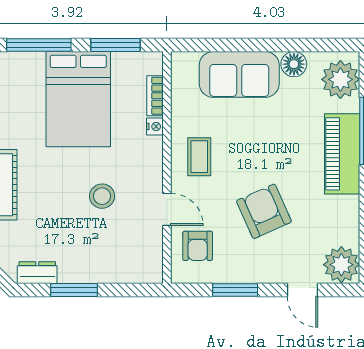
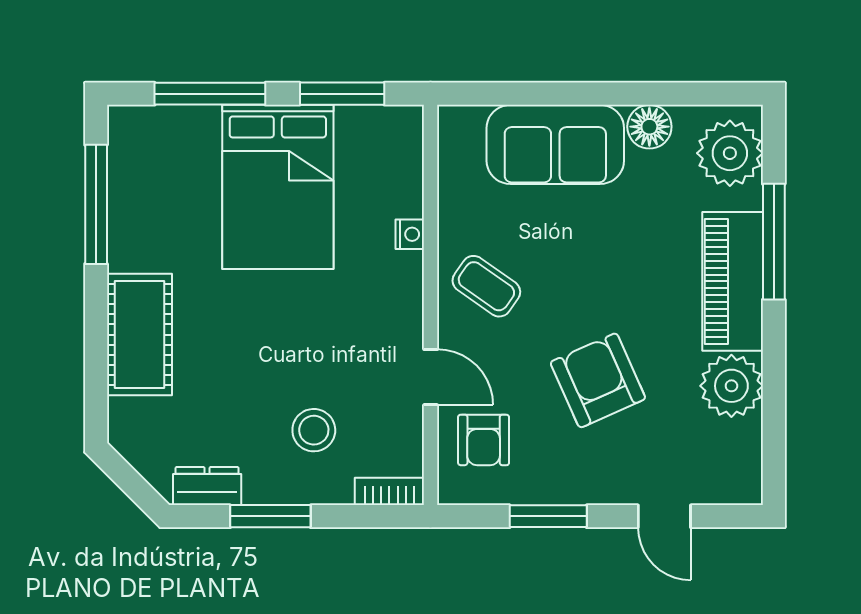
bookcase: (155, 96) -> (389, 491), moved, turned 90
coffee table: (199, 157) -> (486, 286), turned -55
stool: (102, 196) -> (314, 430), moved
plant: (341, 265) -> (731, 386), moved

